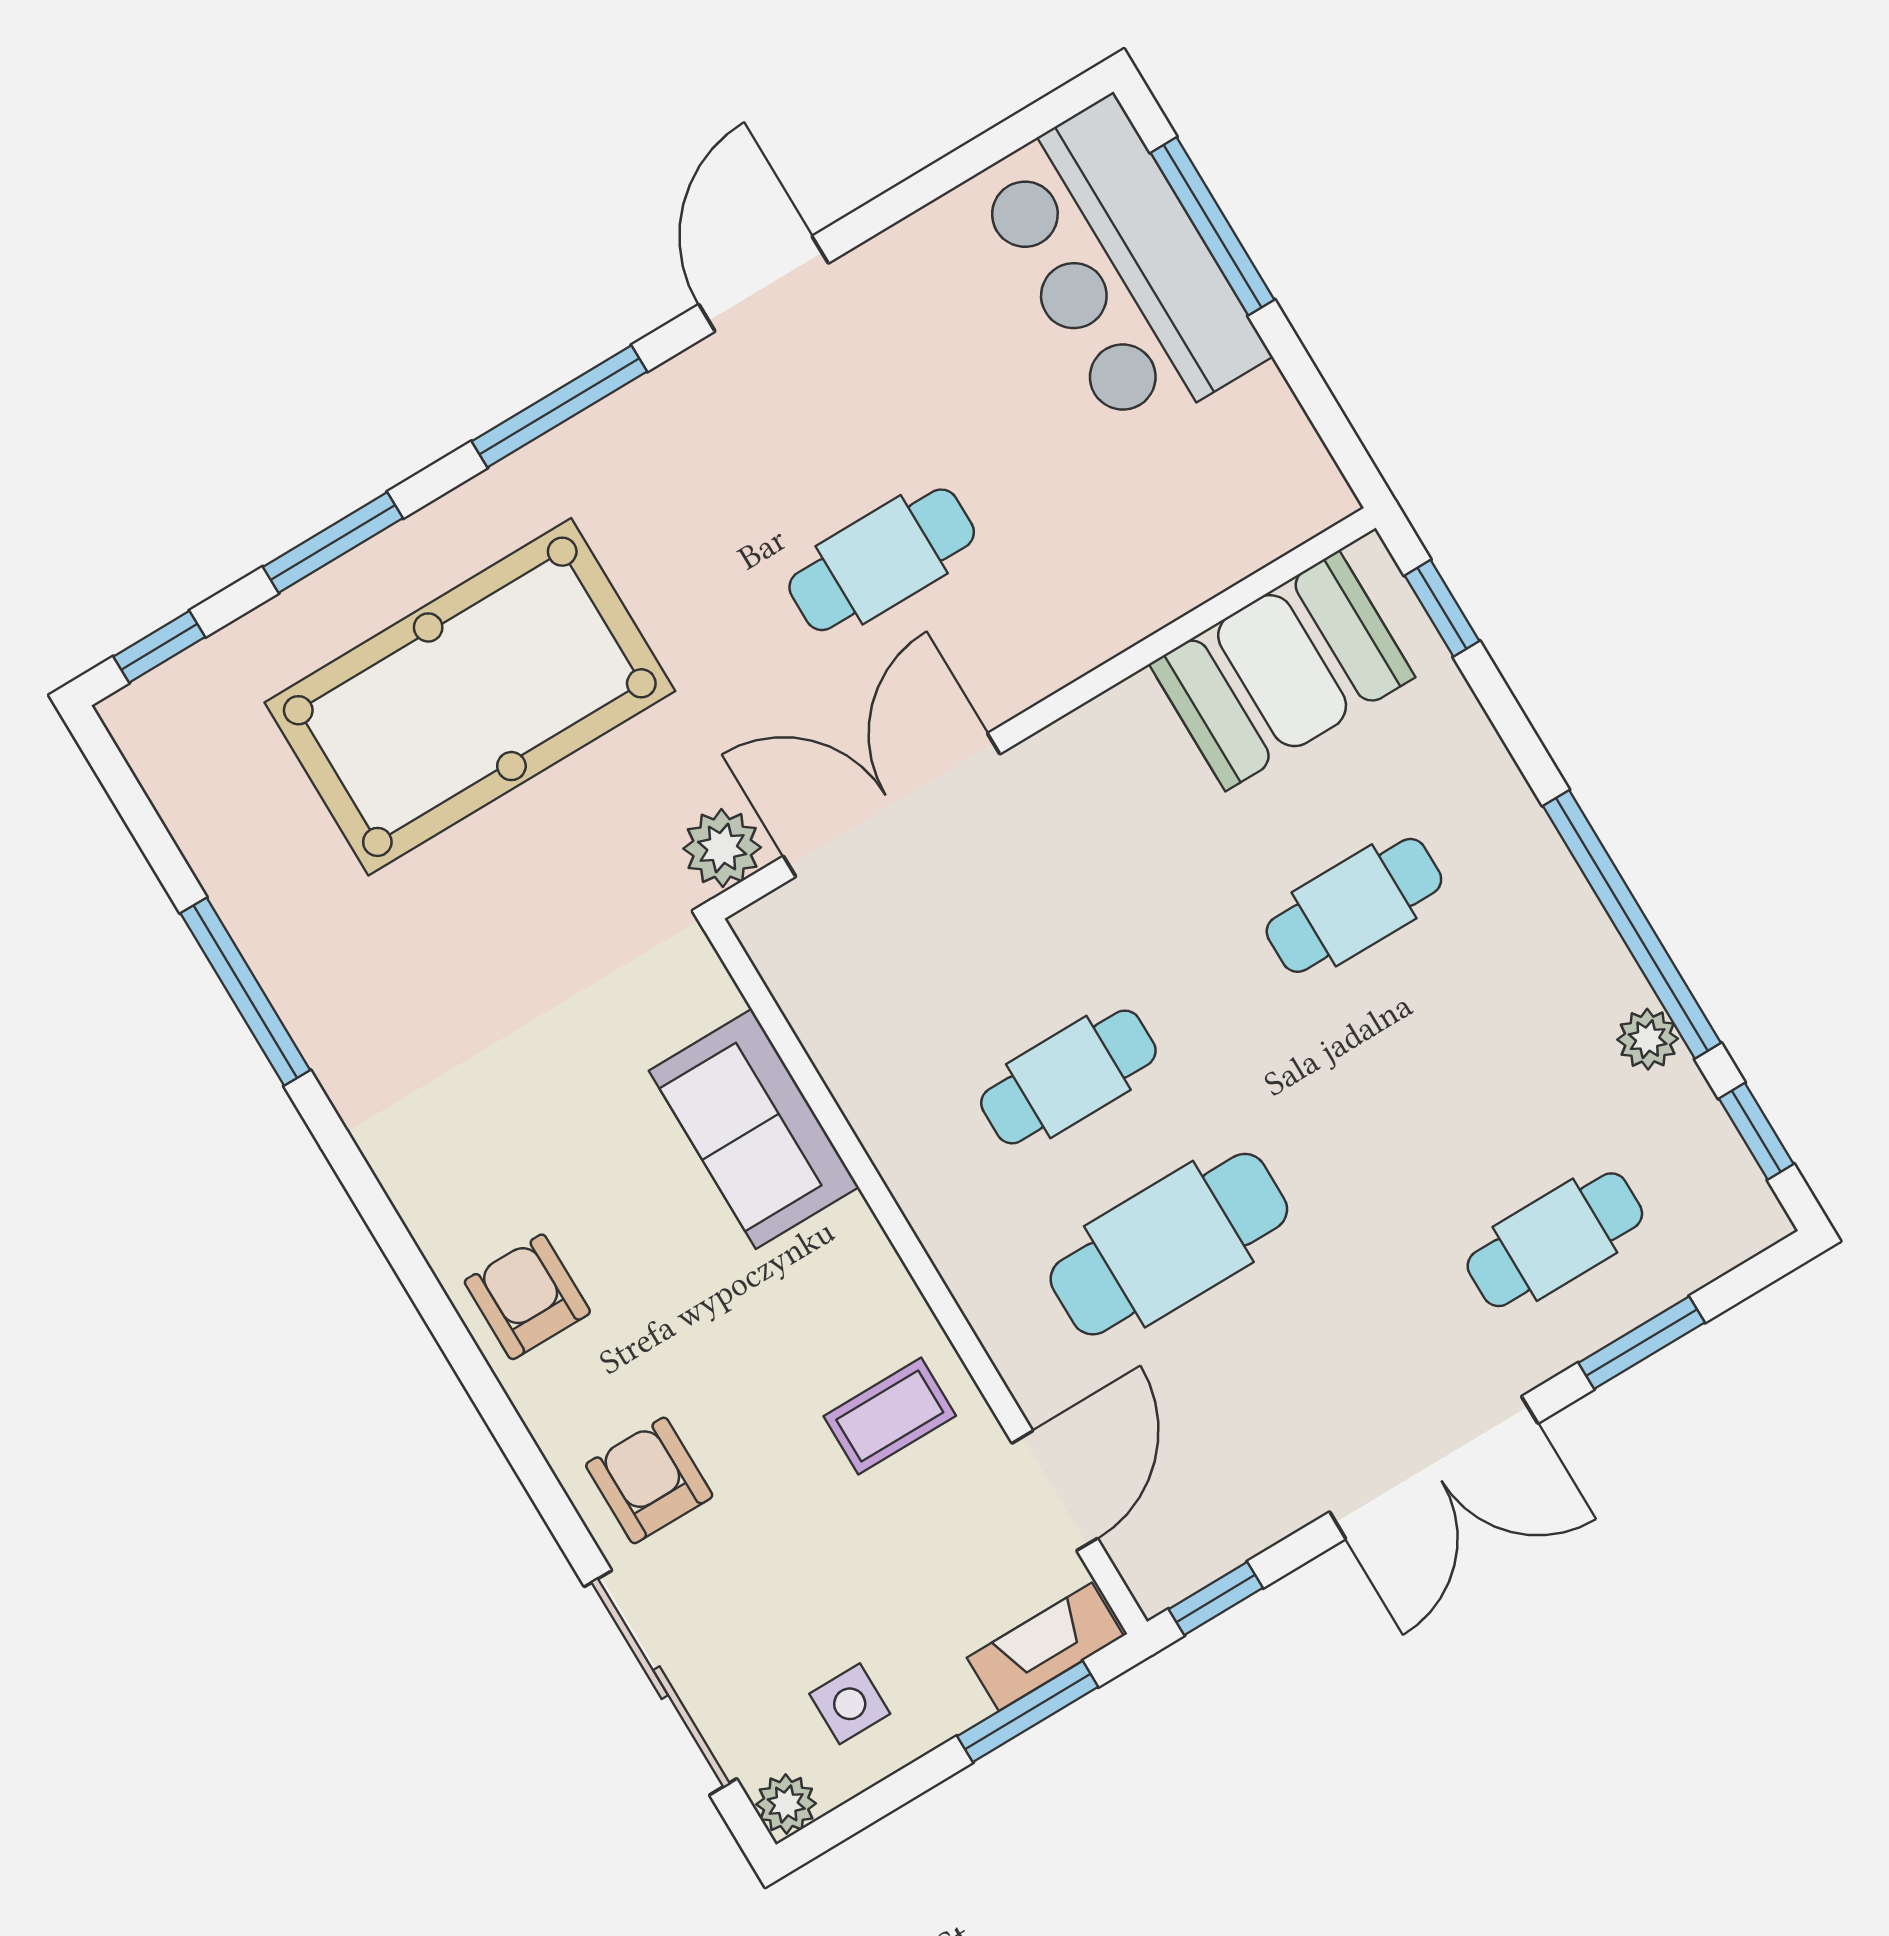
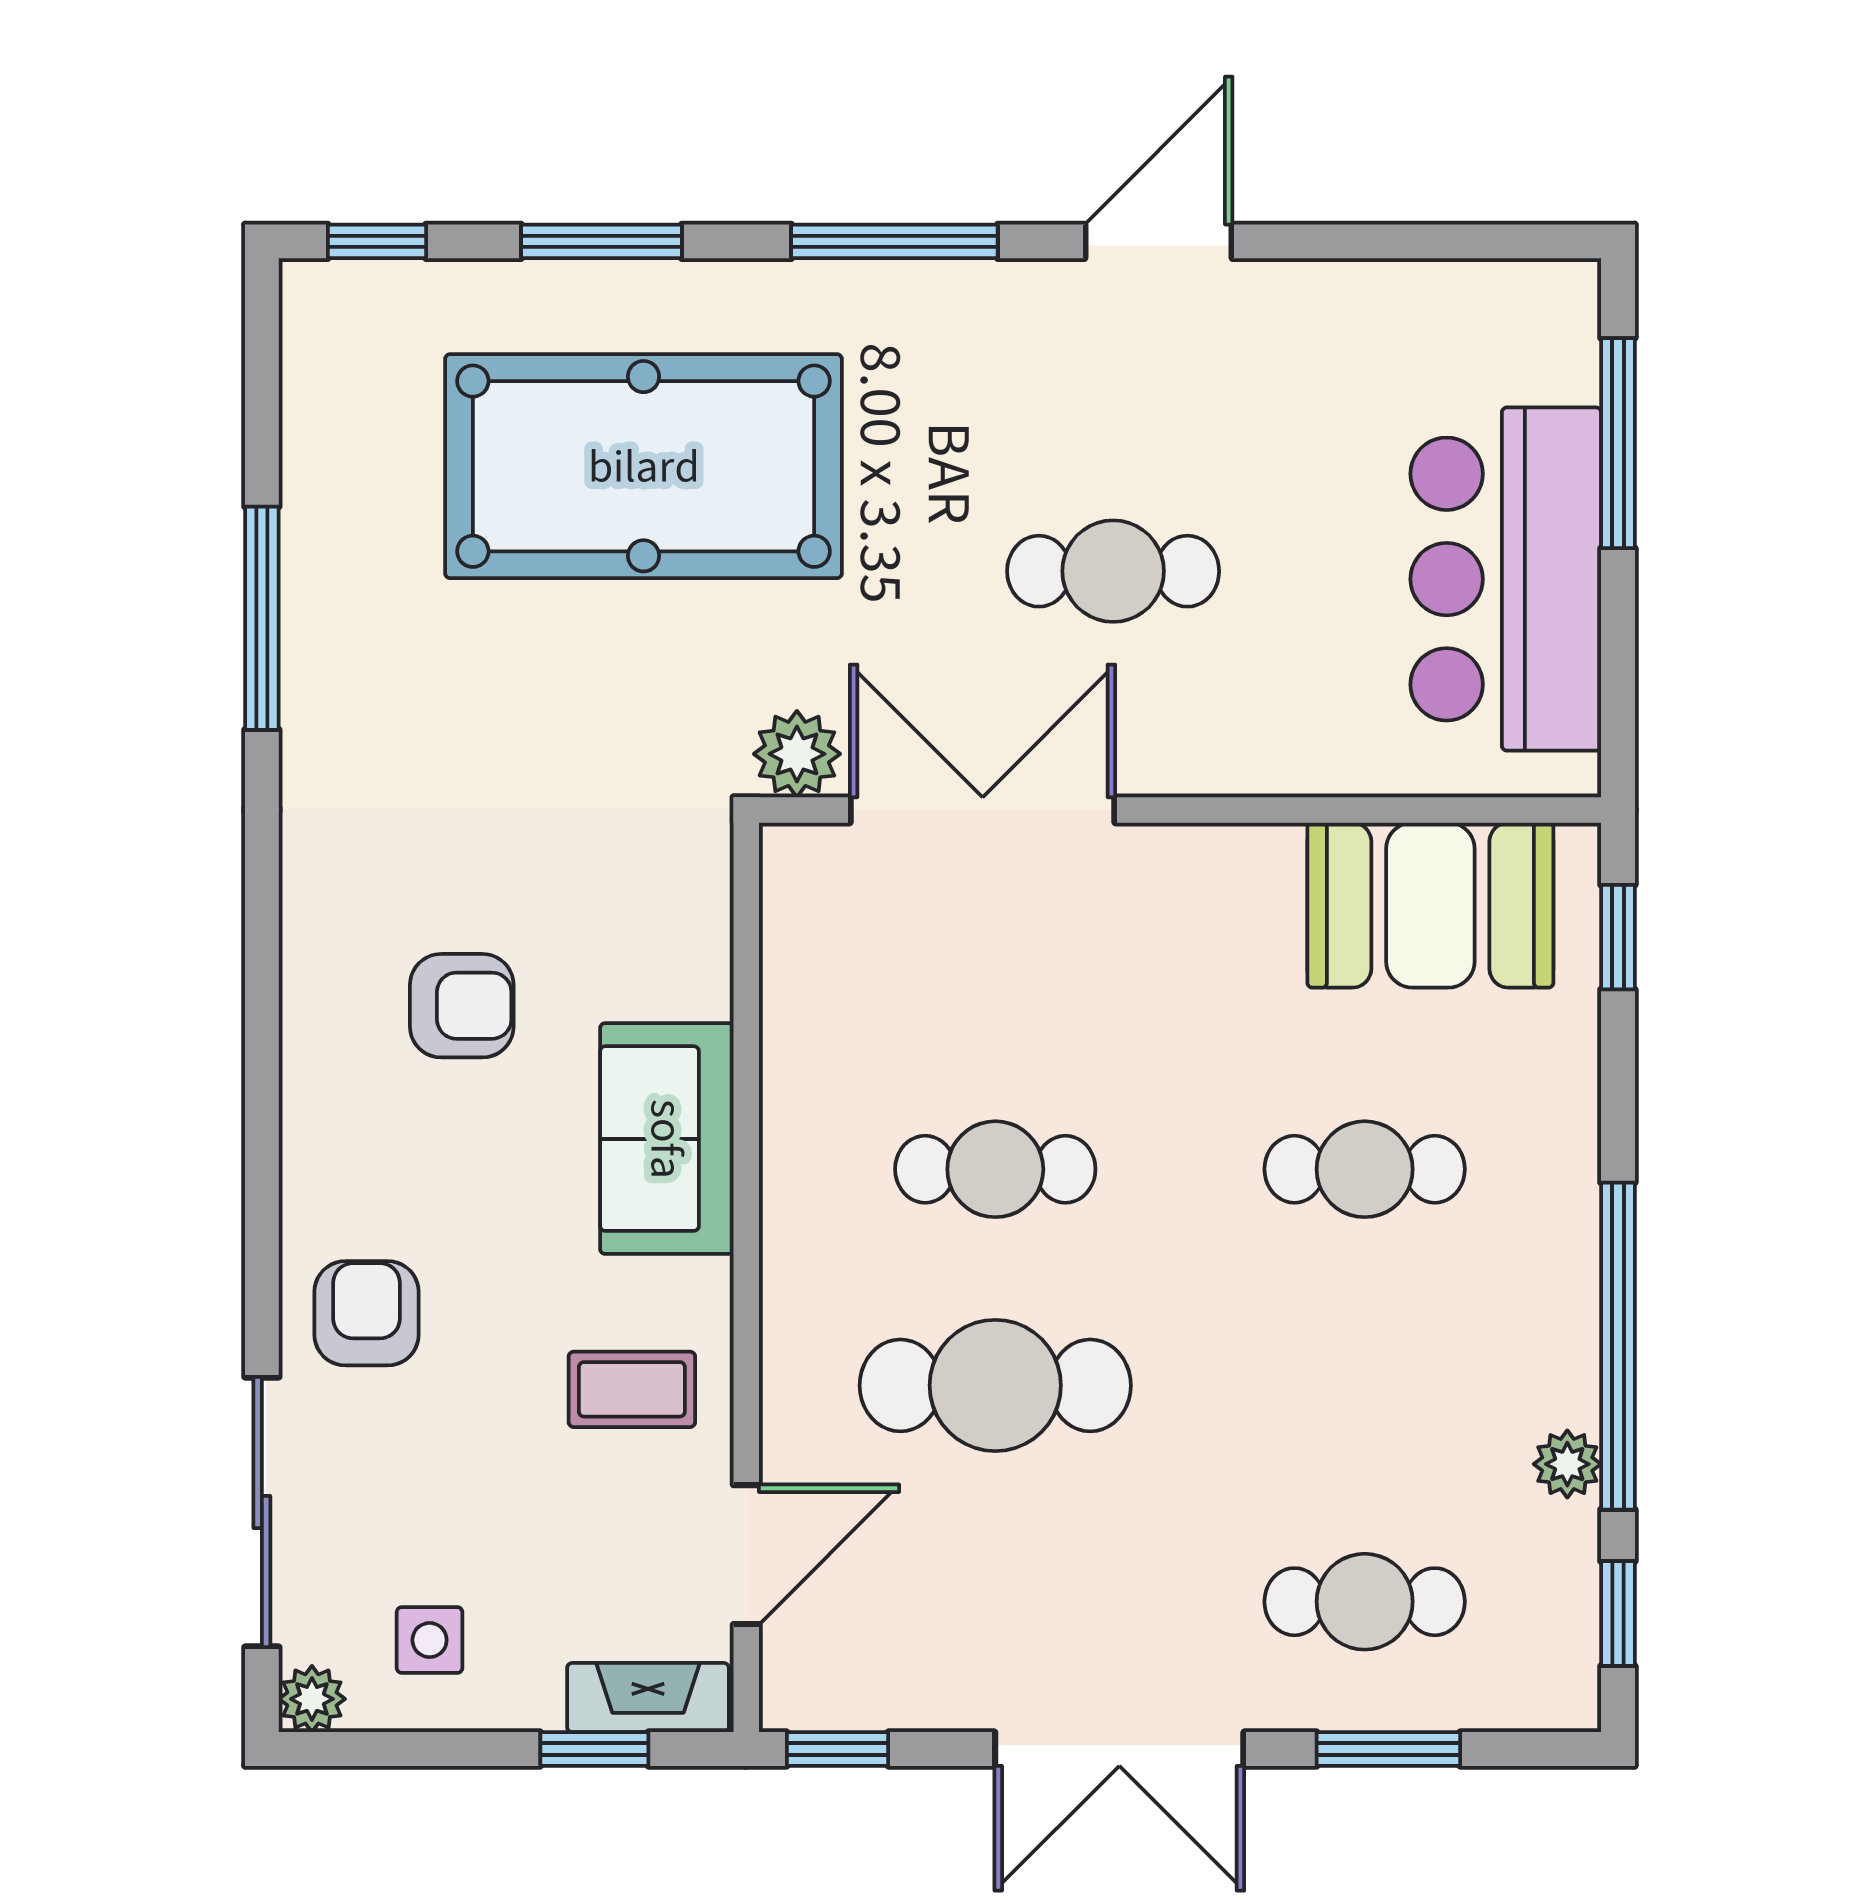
bar counter: (1120, 268) -> (1506, 579), moved
sofa: (754, 1129) -> (667, 1139), moved
armchair: (527, 1297) -> (462, 1006), moved, turned 90
window: (1028, 1712) -> (594, 1749), width x0.67

